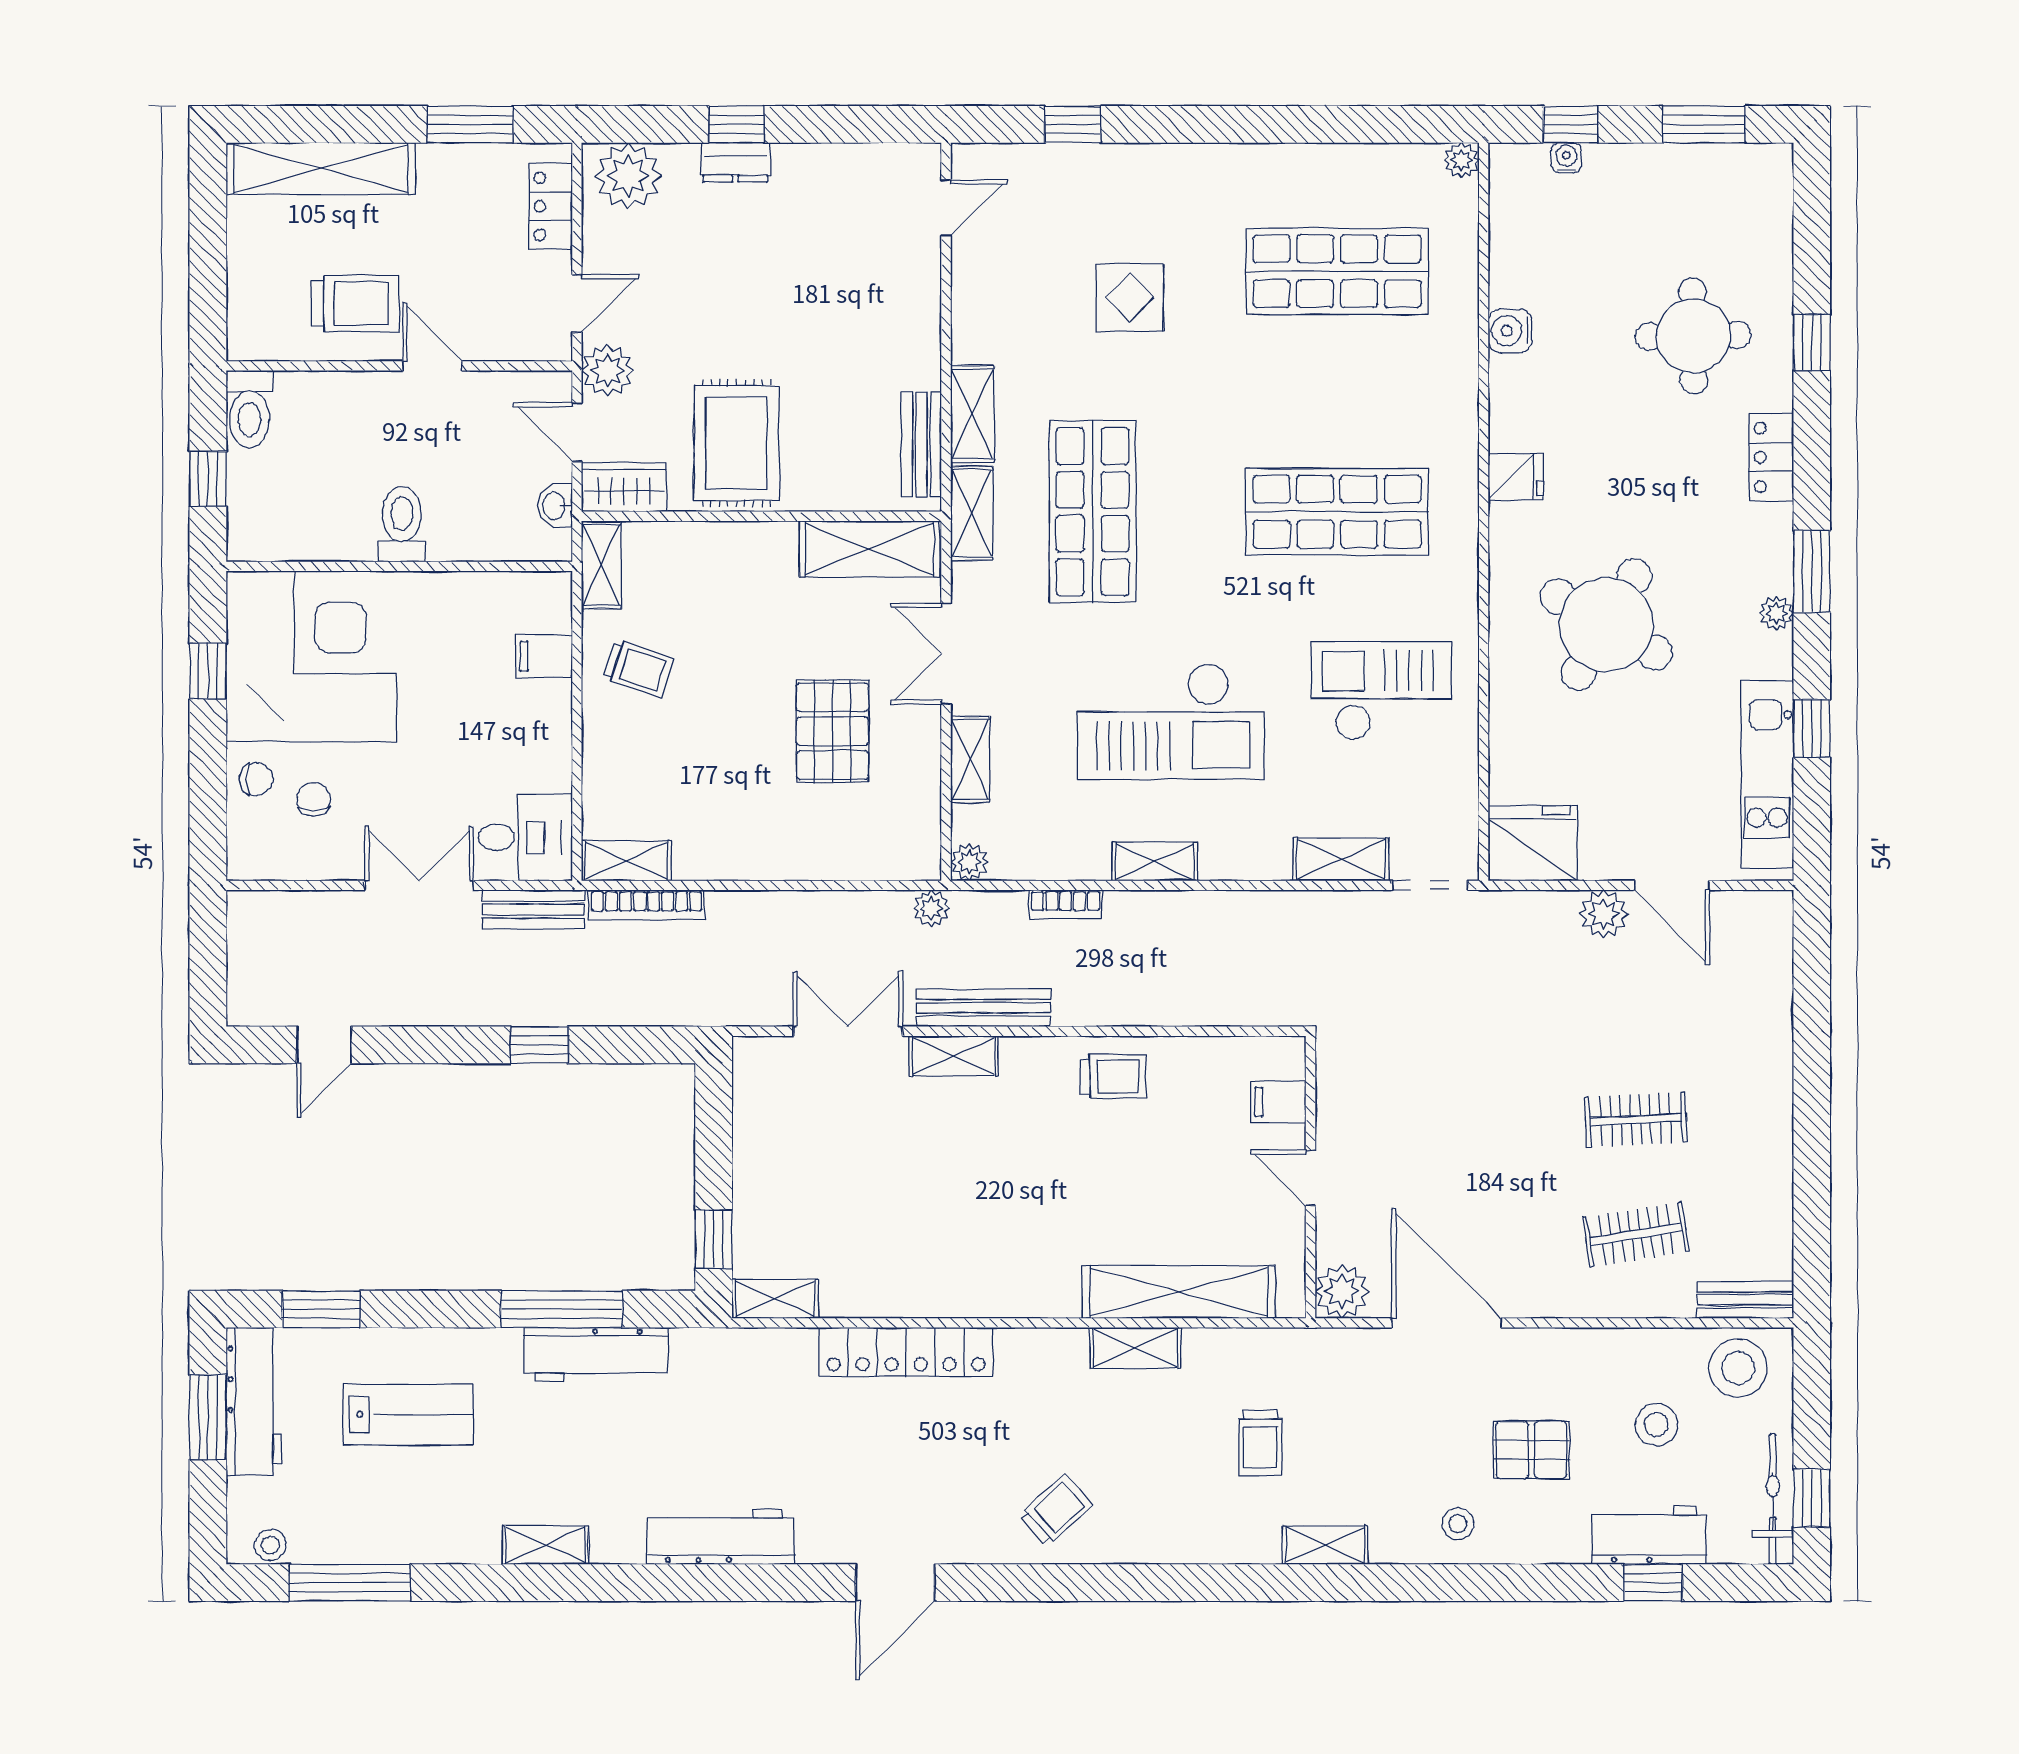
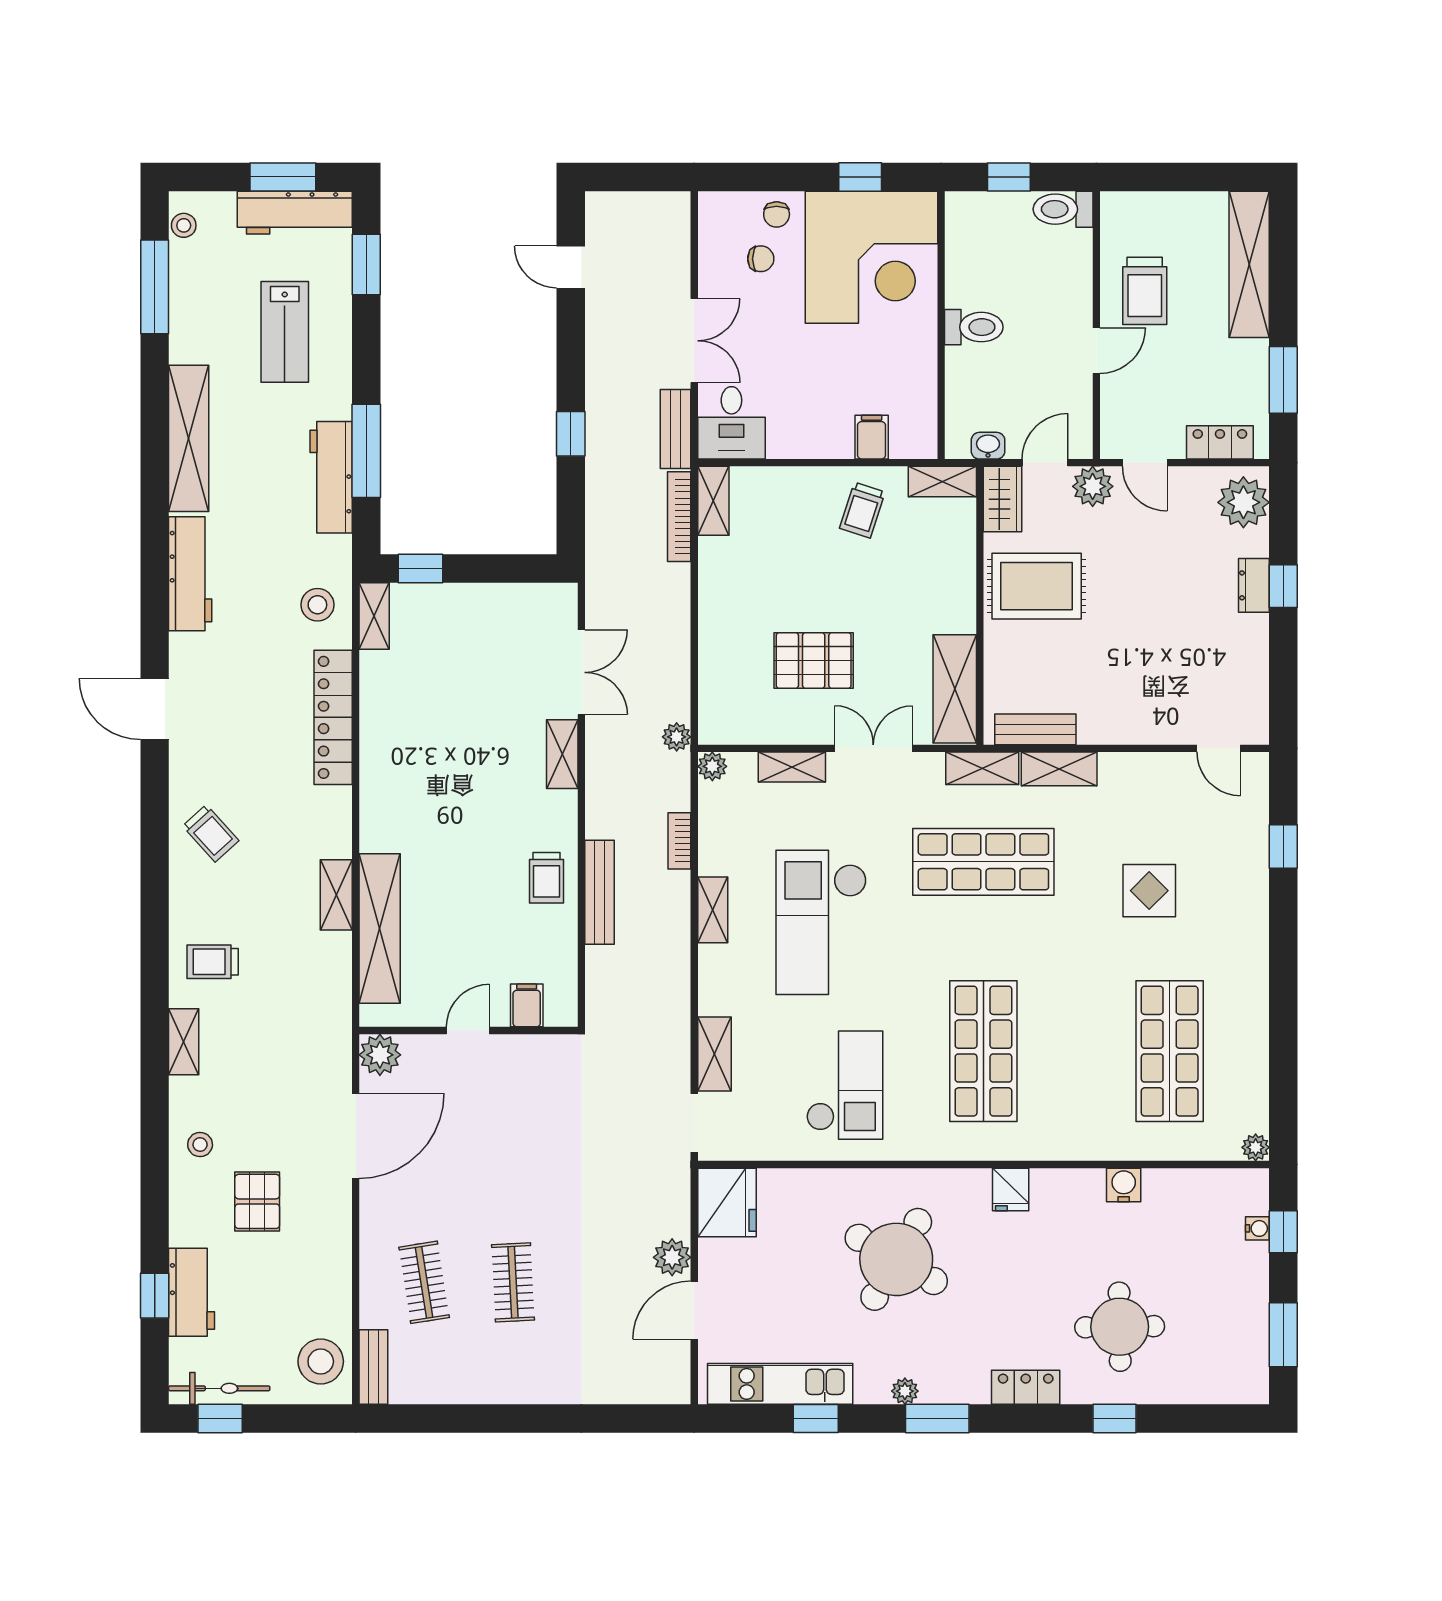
bench: (983, 1008) -> (599, 892), moved
stool: (1656, 1425) -> (317, 605), moved
trolley: (1260, 1443) -> (213, 962), moved
shelving: (545, 1545) -> (189, 438), width x2.20, depth x1.33

